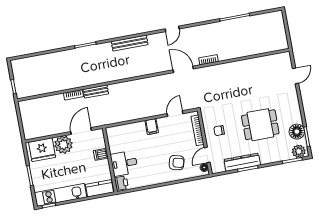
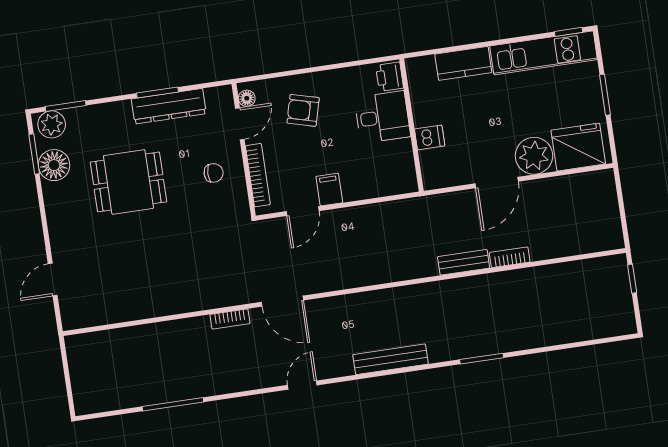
filing cabinet: (152, 127) -> (329, 190), moved
dishwasher: (101, 154) -> (430, 137), moved
wall: (110, 160) -> (411, 125), moved
desk: (124, 163) -> (382, 117), moved
printer: (121, 183) -> (390, 77), moved

